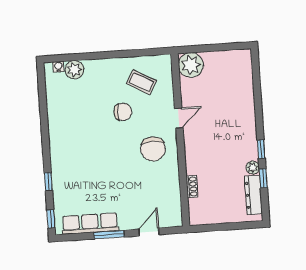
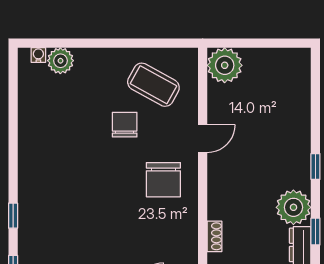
coffee table: (141, 82) -> (153, 85), width x1.36, depth x1.30
chair: (123, 112) -> (125, 125), turned -90
window: (261, 149) -> (315, 166), moved
plant: (253, 168) -> (293, 207), width x1.87, depth x1.87

